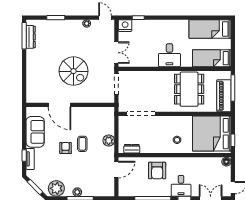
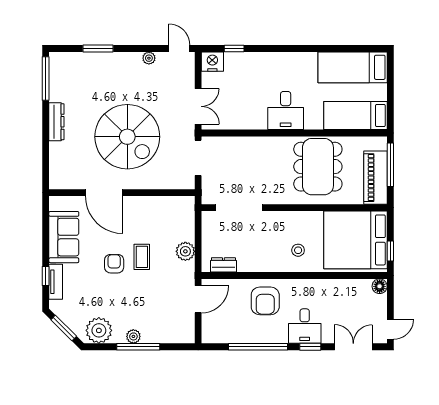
dresser: (31, 37) -> (56, 122), moved
spiral stairs: (74, 71) -> (127, 137), width x1.37, depth x1.37

